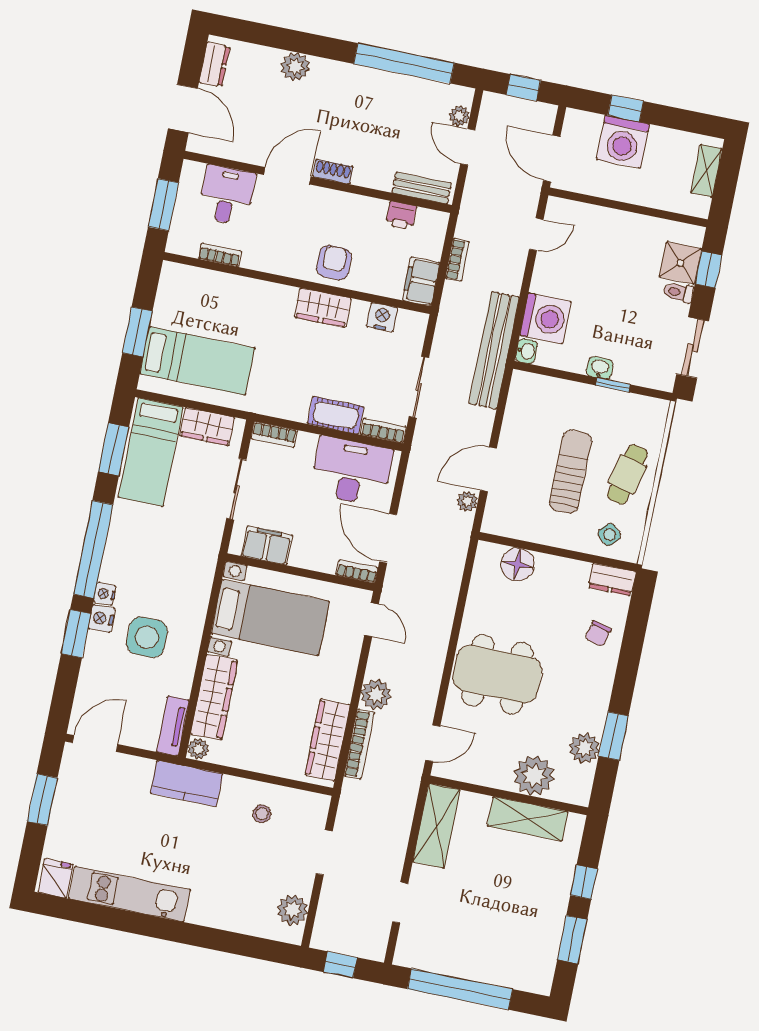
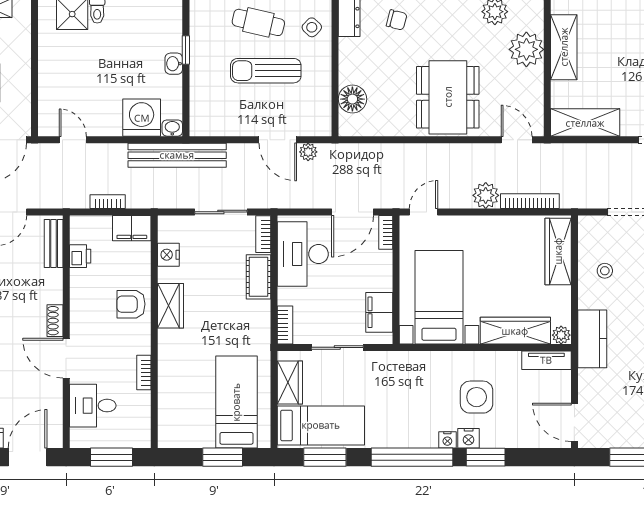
bookcase: (220, 255) -> (144, 373), moved
wardrobe: (328, 740) -> (558, 251), moved, turned 90

